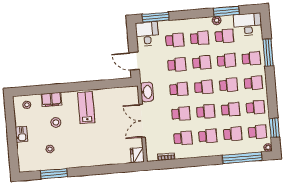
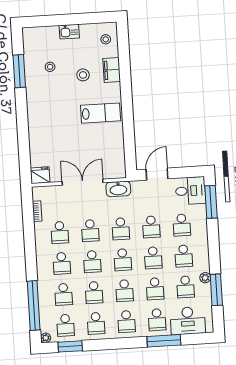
desk: (248, 24) -> (188, 321), moved, turned 90

